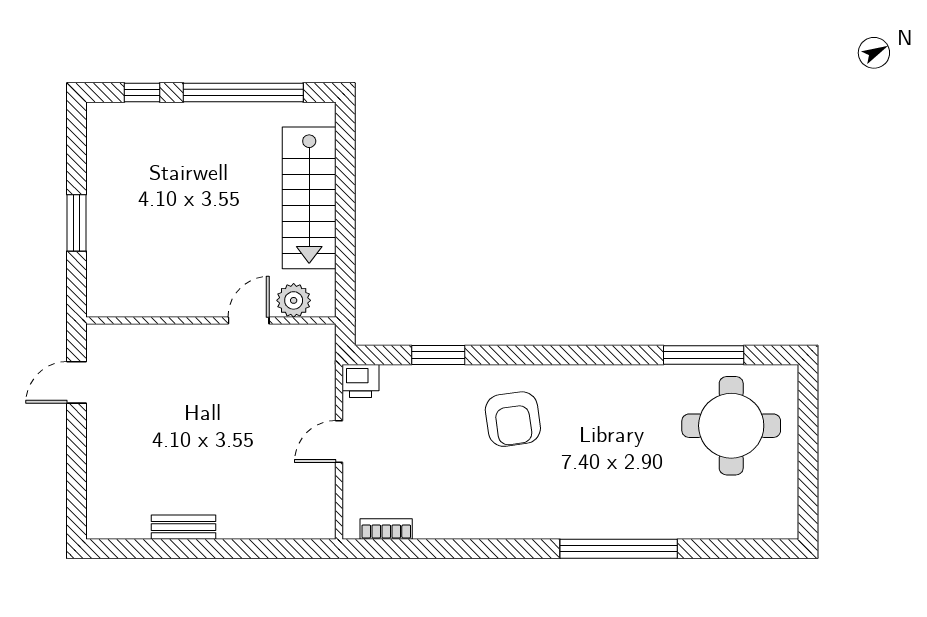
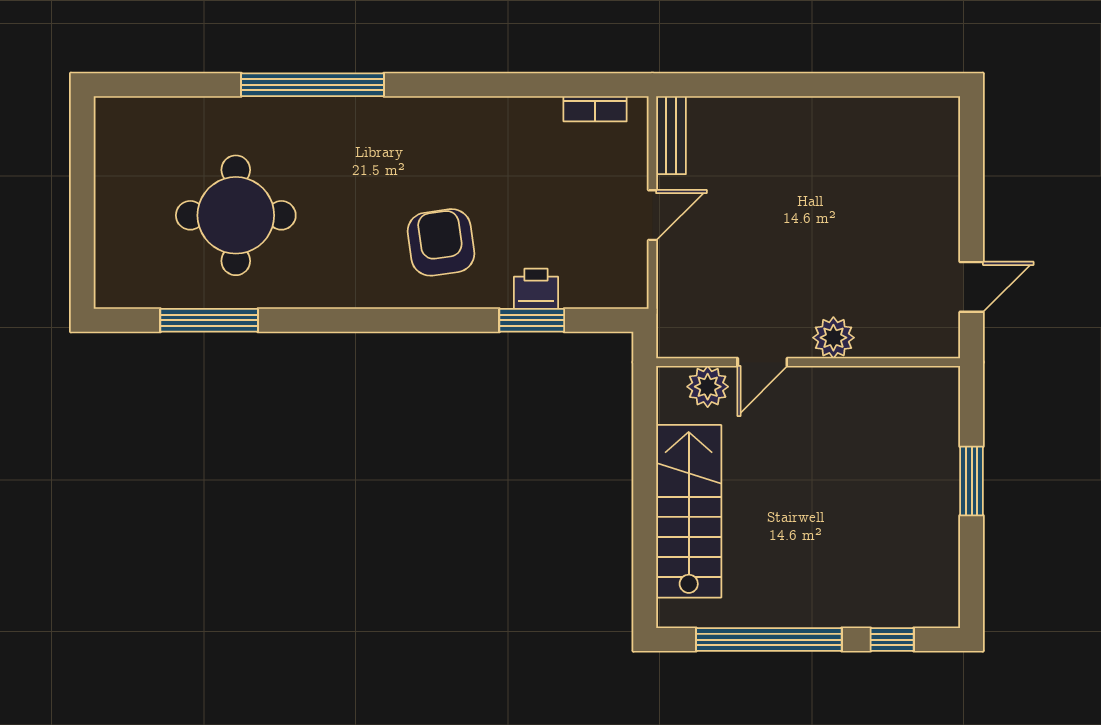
plant: (190, 341) -> (833, 338), added
printer: (360, 381) -> (536, 289), moved
round table: (731, 426) -> (236, 215), moved
bench: (184, 527) -> (671, 135), moved, turned 90

